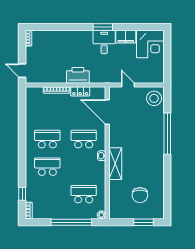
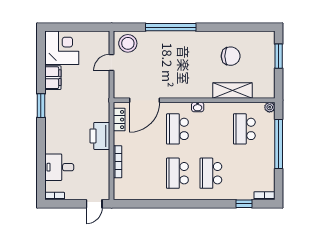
desk: (104, 42) -> (59, 167), moved
door: (128, 85) -> (112, 62), moved
locker: (80, 91) -> (119, 120), moved
shelving: (115, 164) -> (232, 90), moved
chair: (140, 195) -> (231, 56), moved

